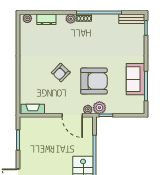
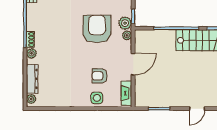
dresser: (46, 19) -> (32, 79), width x1.44
armchair: (61, 73) -> (100, 76), moved, turned 136
side table: (28, 81) -> (97, 98), added
door: (72, 115) -> (133, 64), moved

